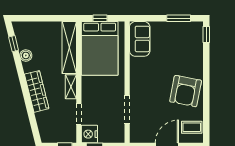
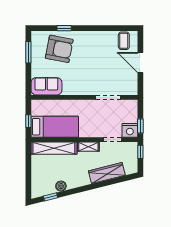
window: (206, 35) -> (64, 28), moved
bed: (100, 48) -> (55, 127), width x0.67
wardrobe: (37, 91) -> (107, 173), moved
armchair: (186, 91) -> (59, 49), moved

